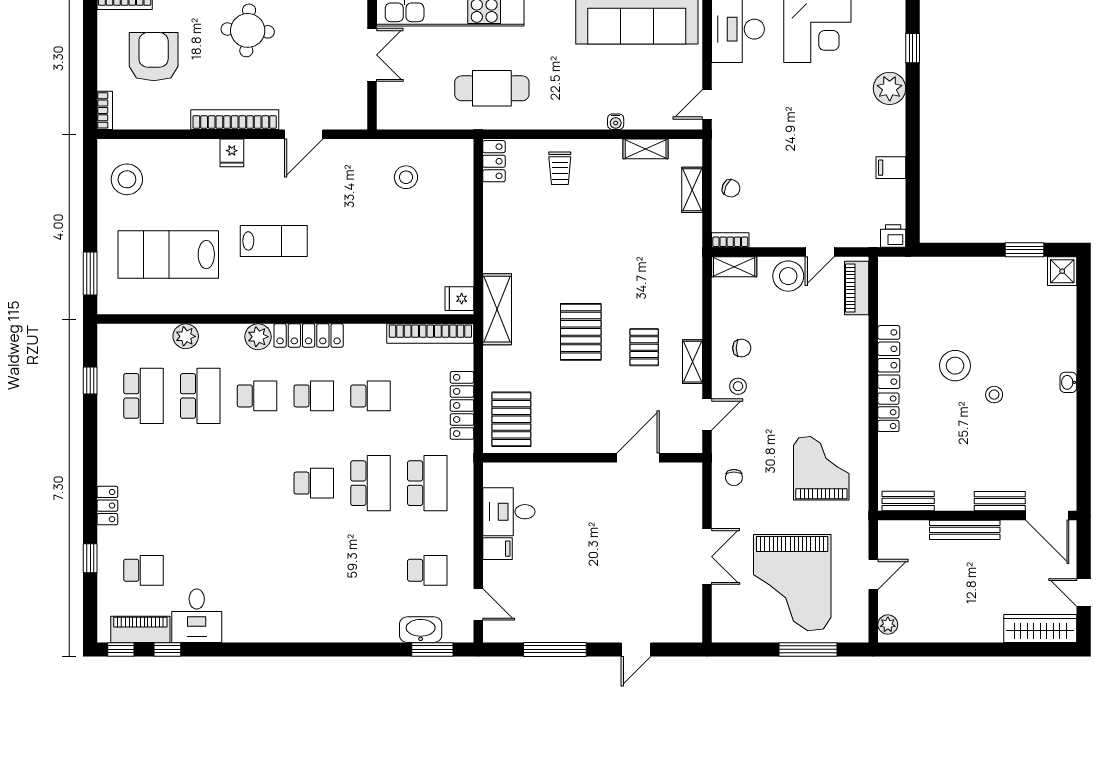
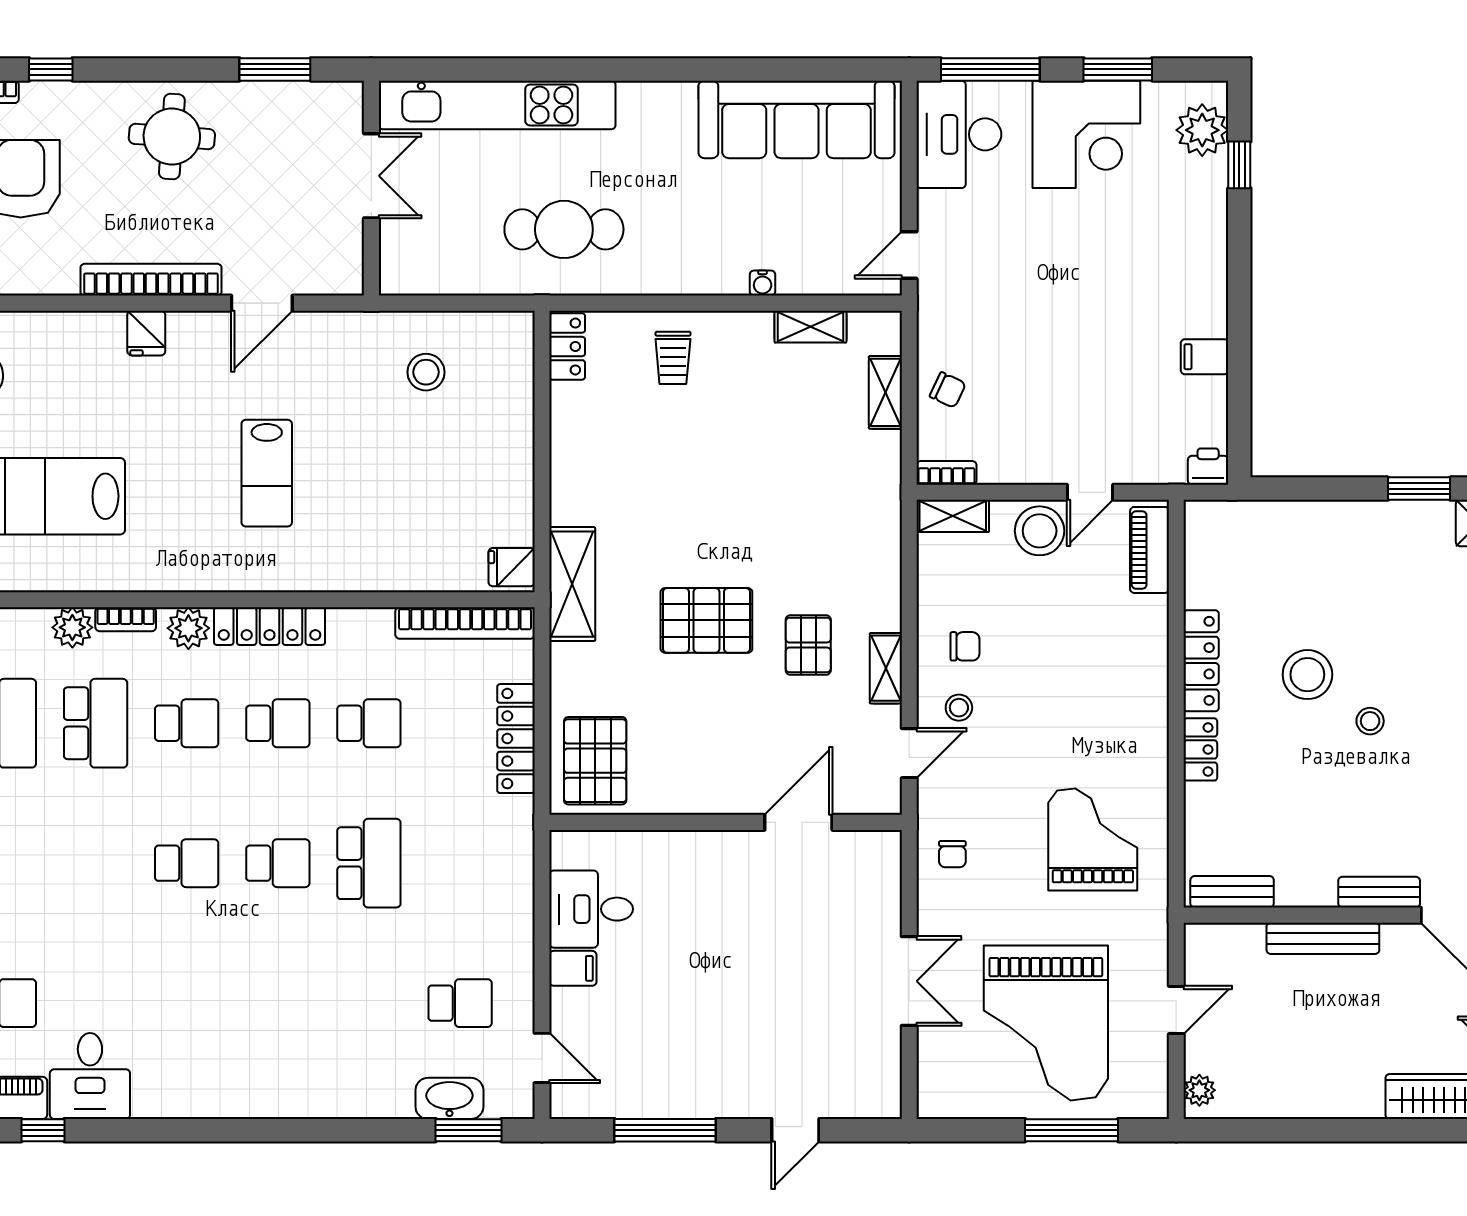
plant: (890, 88) -> (1202, 130), moved
lab bench: (274, 241) -> (267, 473), moved, turned 90
bookcase: (219, 331) -> (126, 619), added
pallet: (581, 332) -> (706, 620), turned 90
school desk: (427, 483) -> (187, 863), moved, width x0.54

